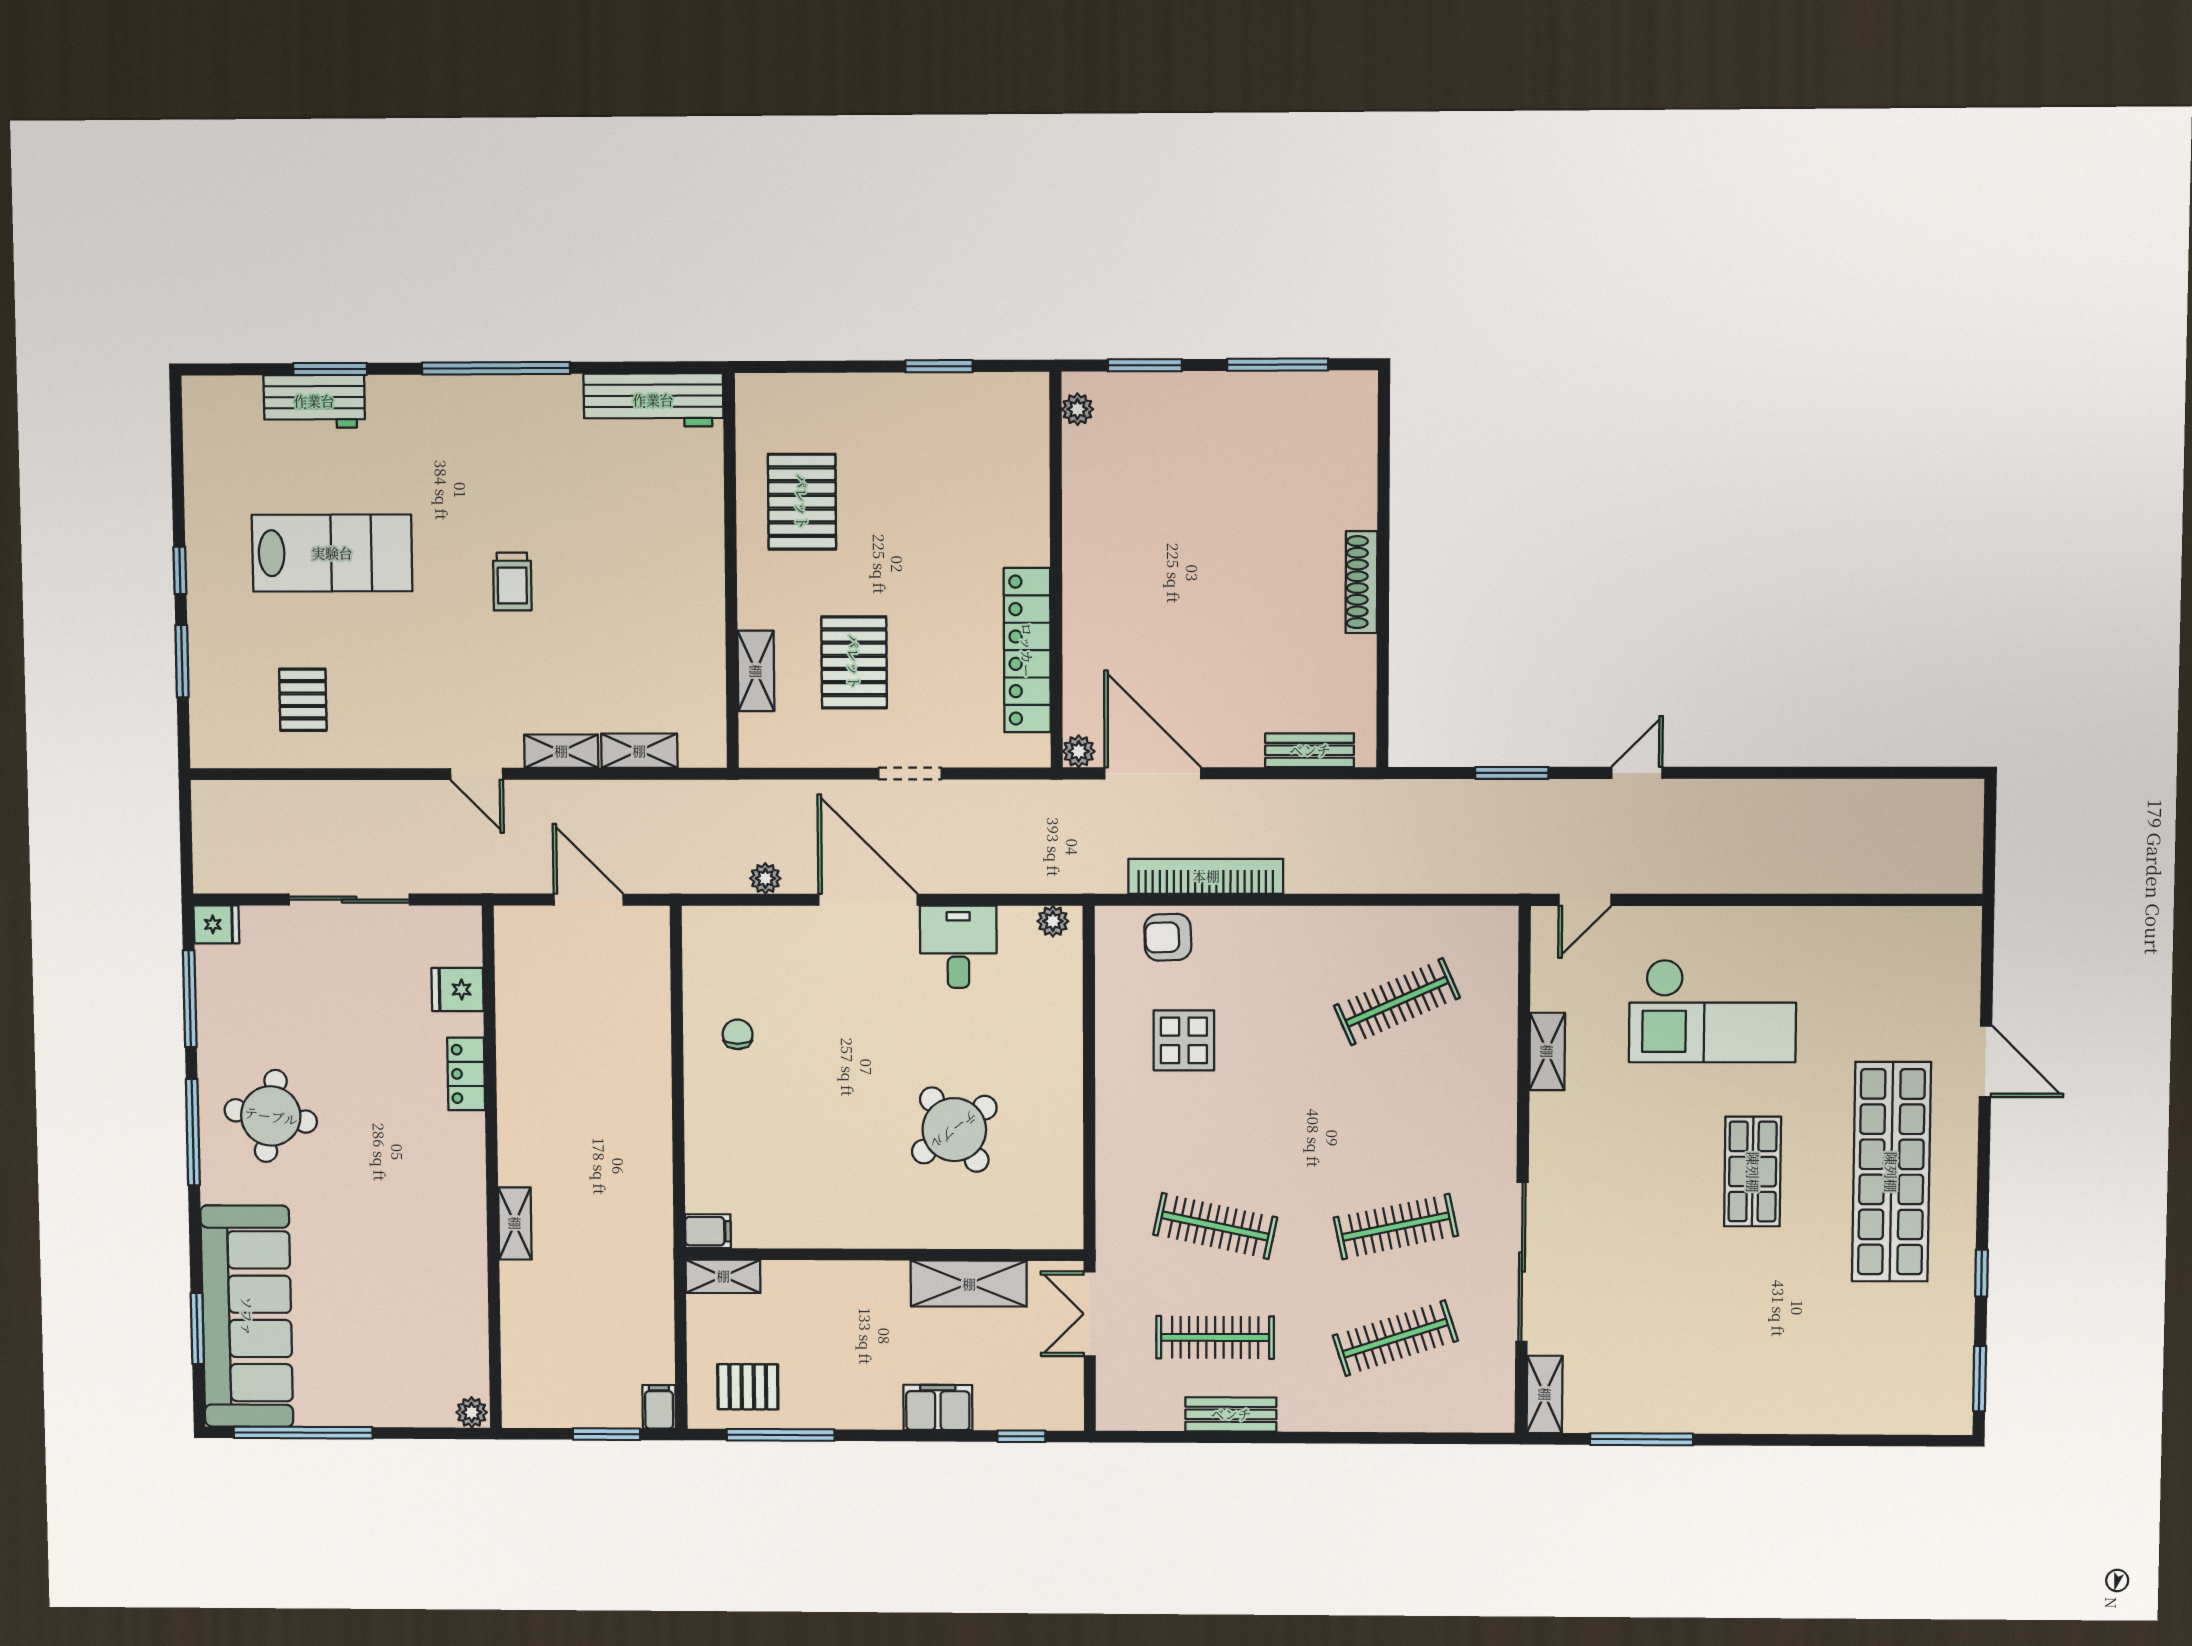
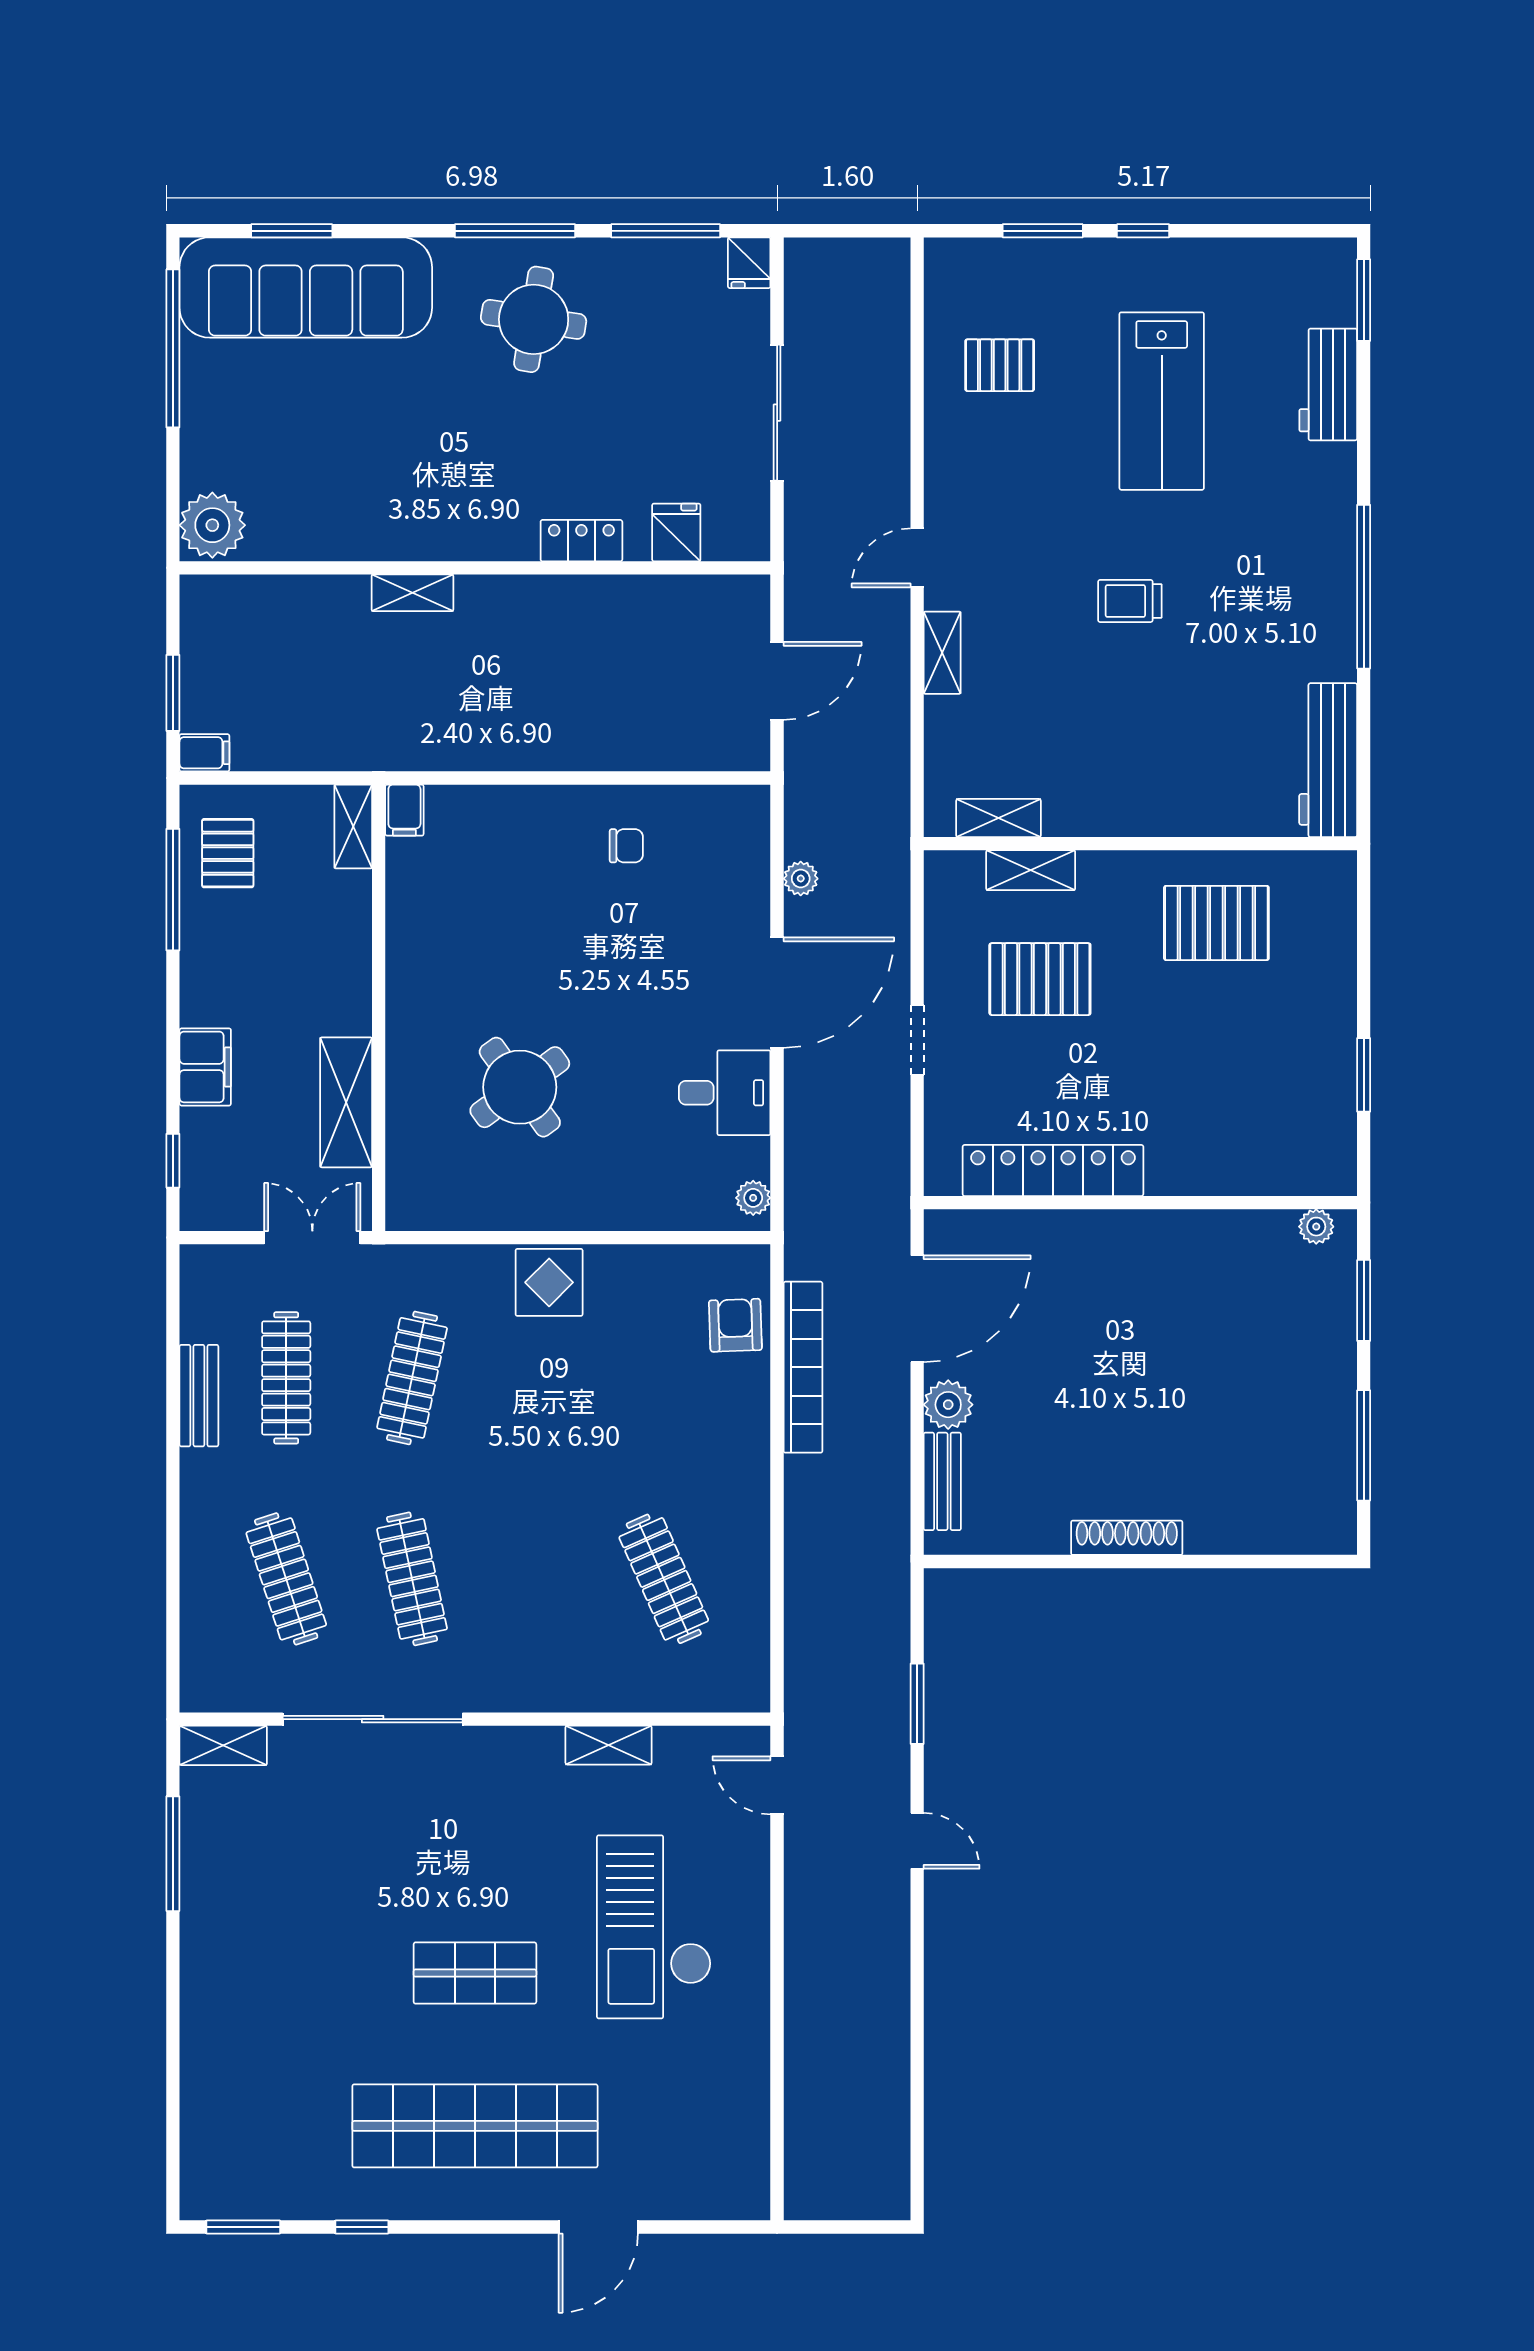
window: (330, 369) -> (1364, 300), moved
shelving: (639, 751) -> (998, 818), moved, turned 90
plant: (1079, 751) -> (948, 1405), moved, width x1.38, depth x1.38
display table: (1184, 1040) -> (549, 1282), moved
plant: (472, 1412) -> (212, 525), width x1.88, depth x1.88

